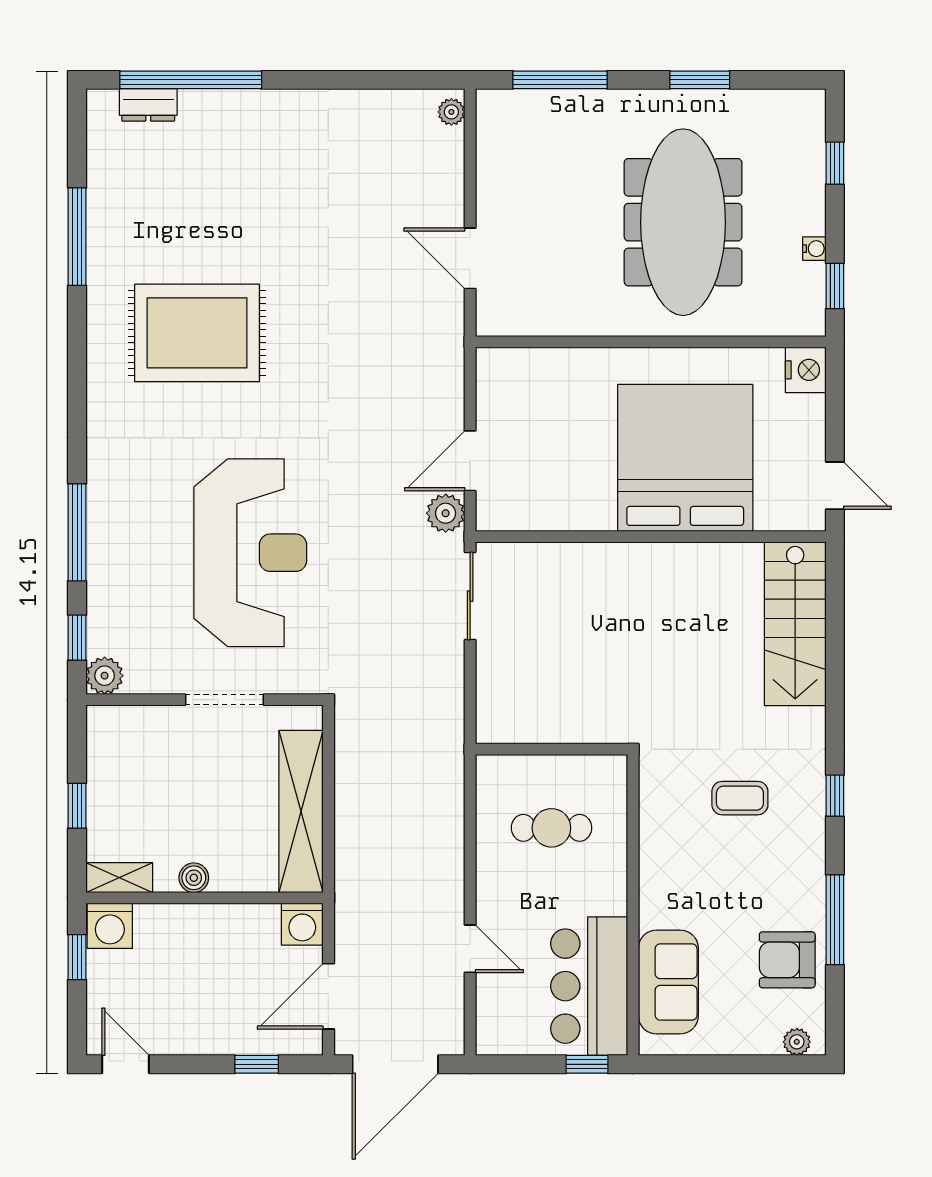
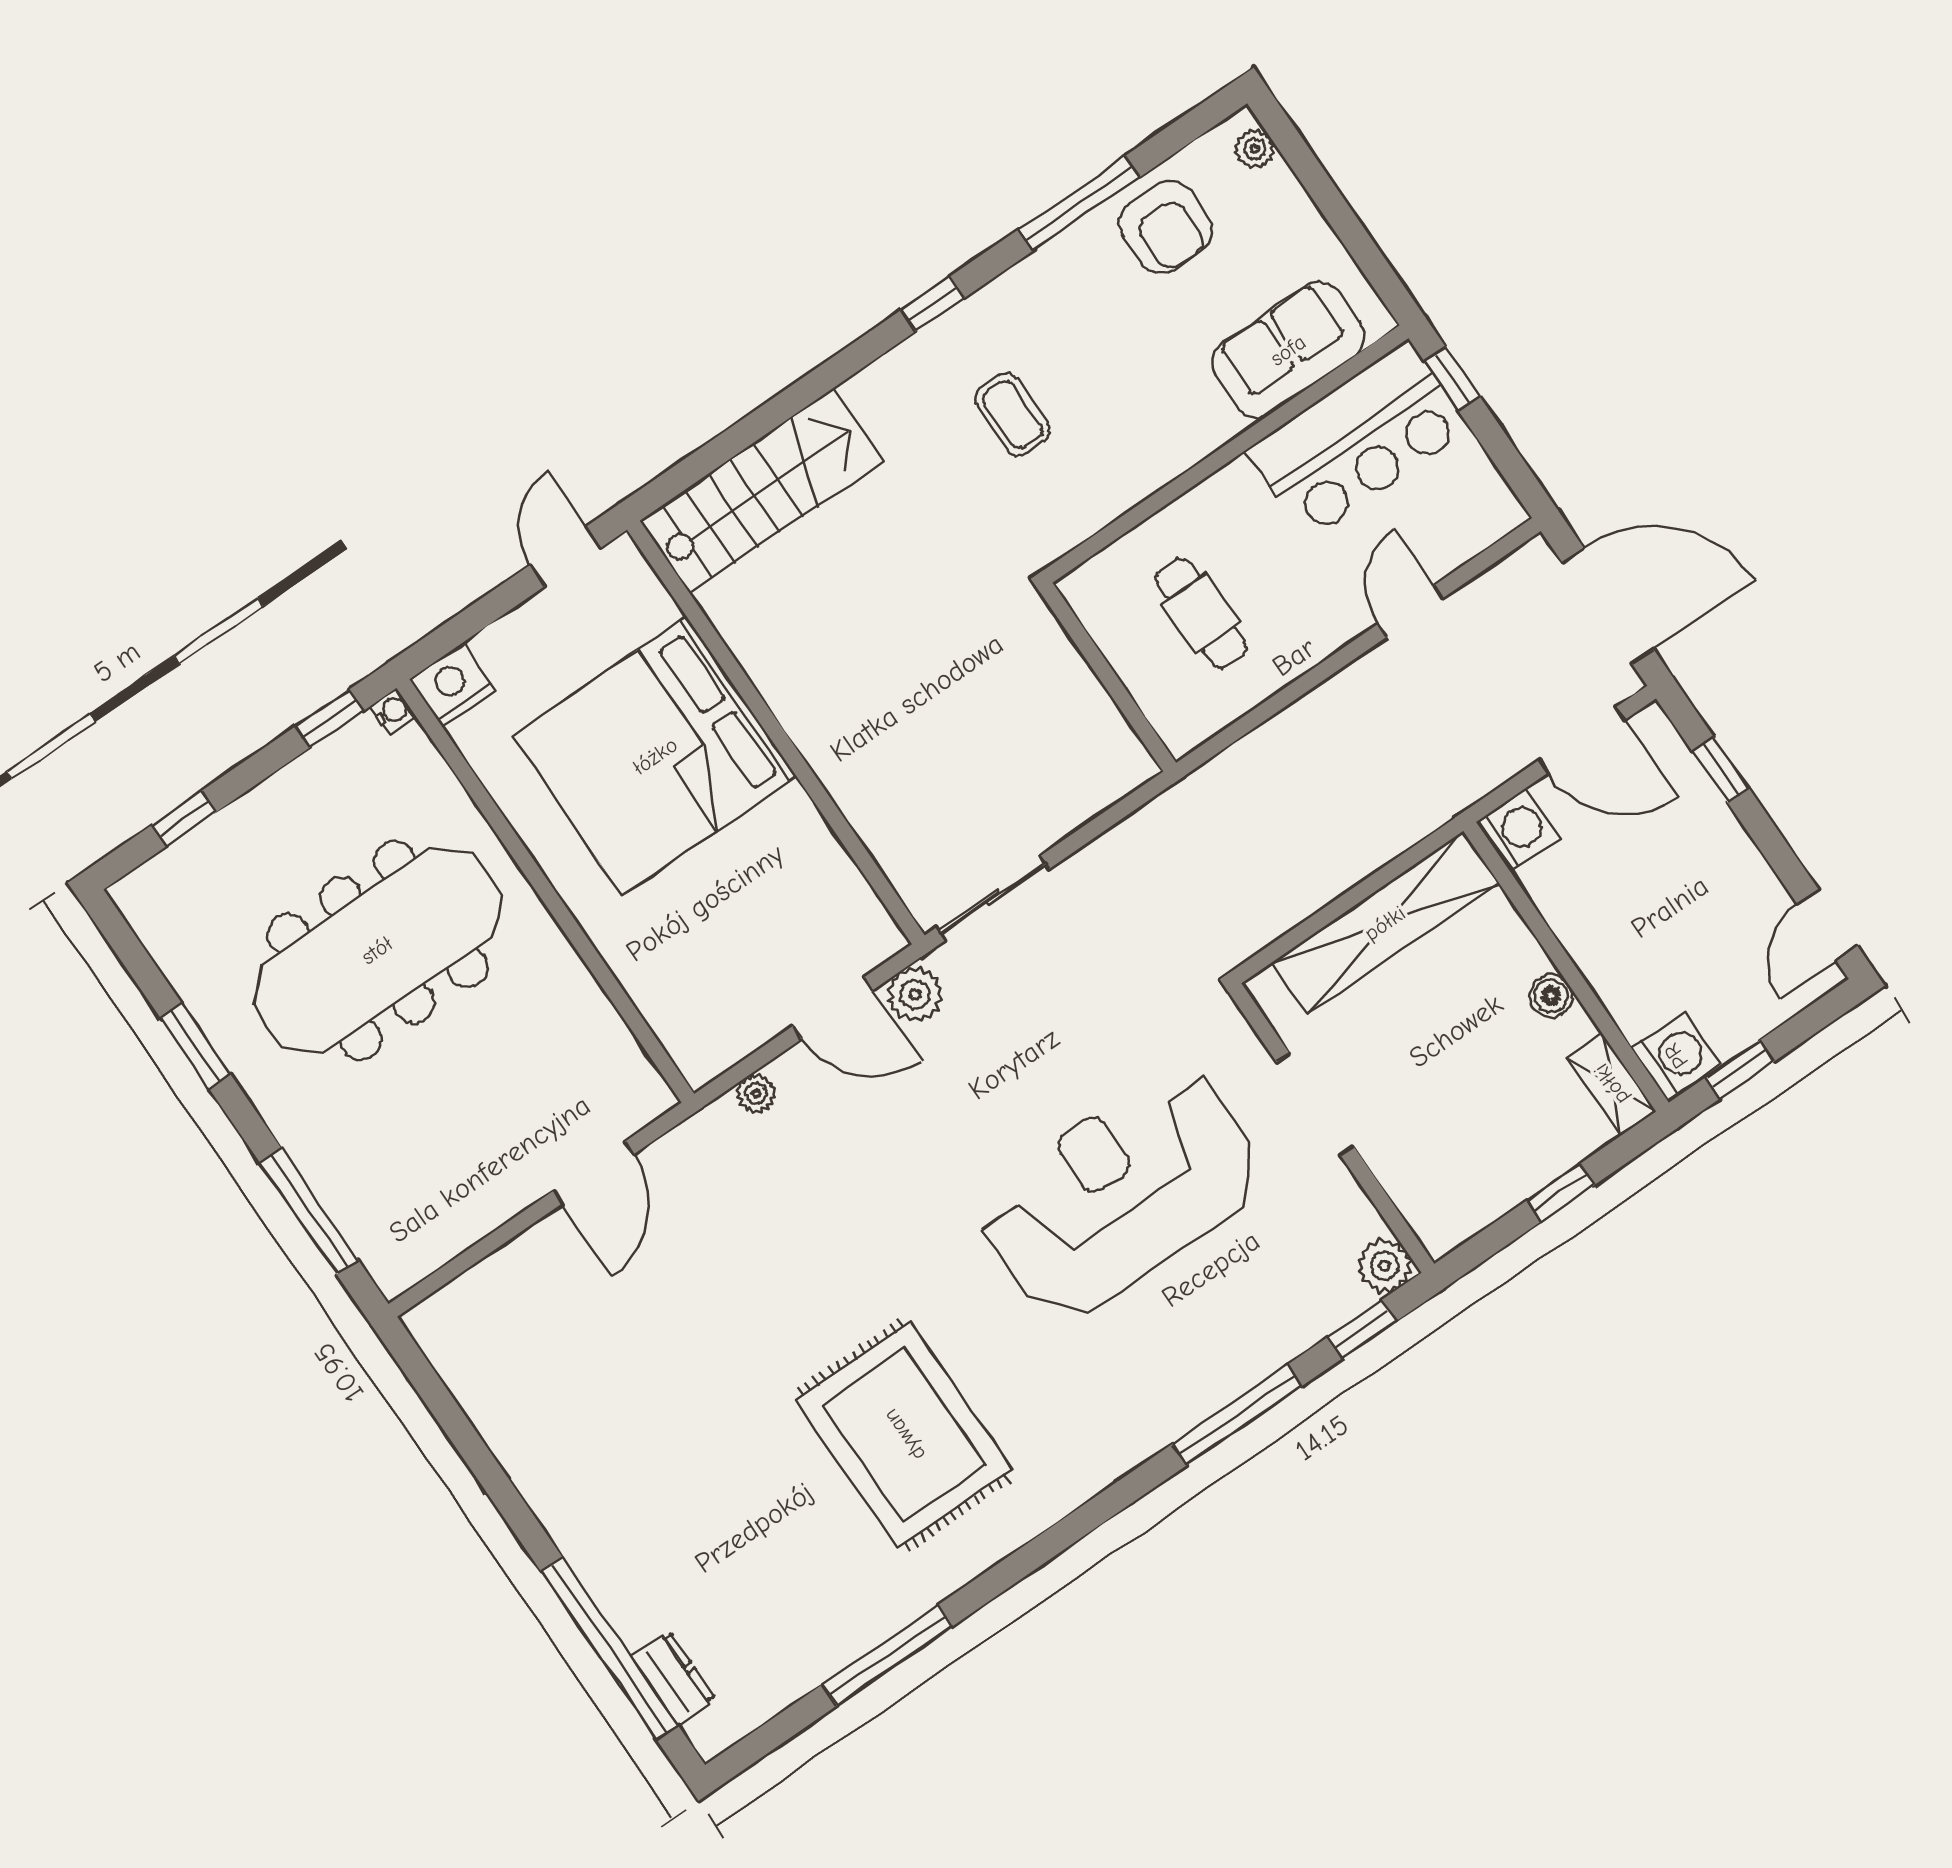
plant: (451, 112) -> (756, 1093), moved
water cooler: (814, 249) -> (392, 711), moved, turned 90

